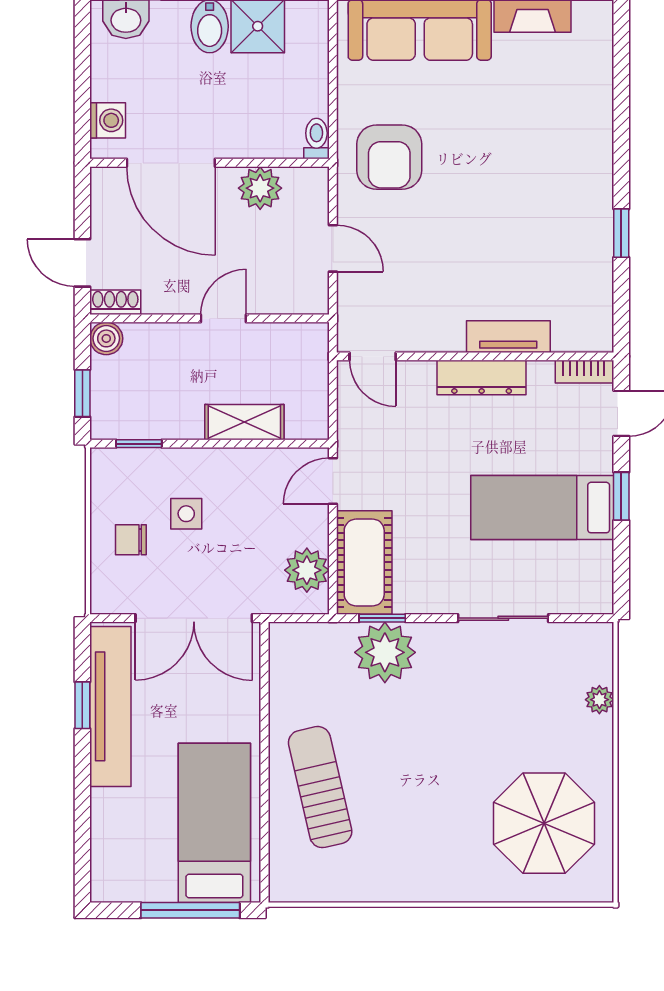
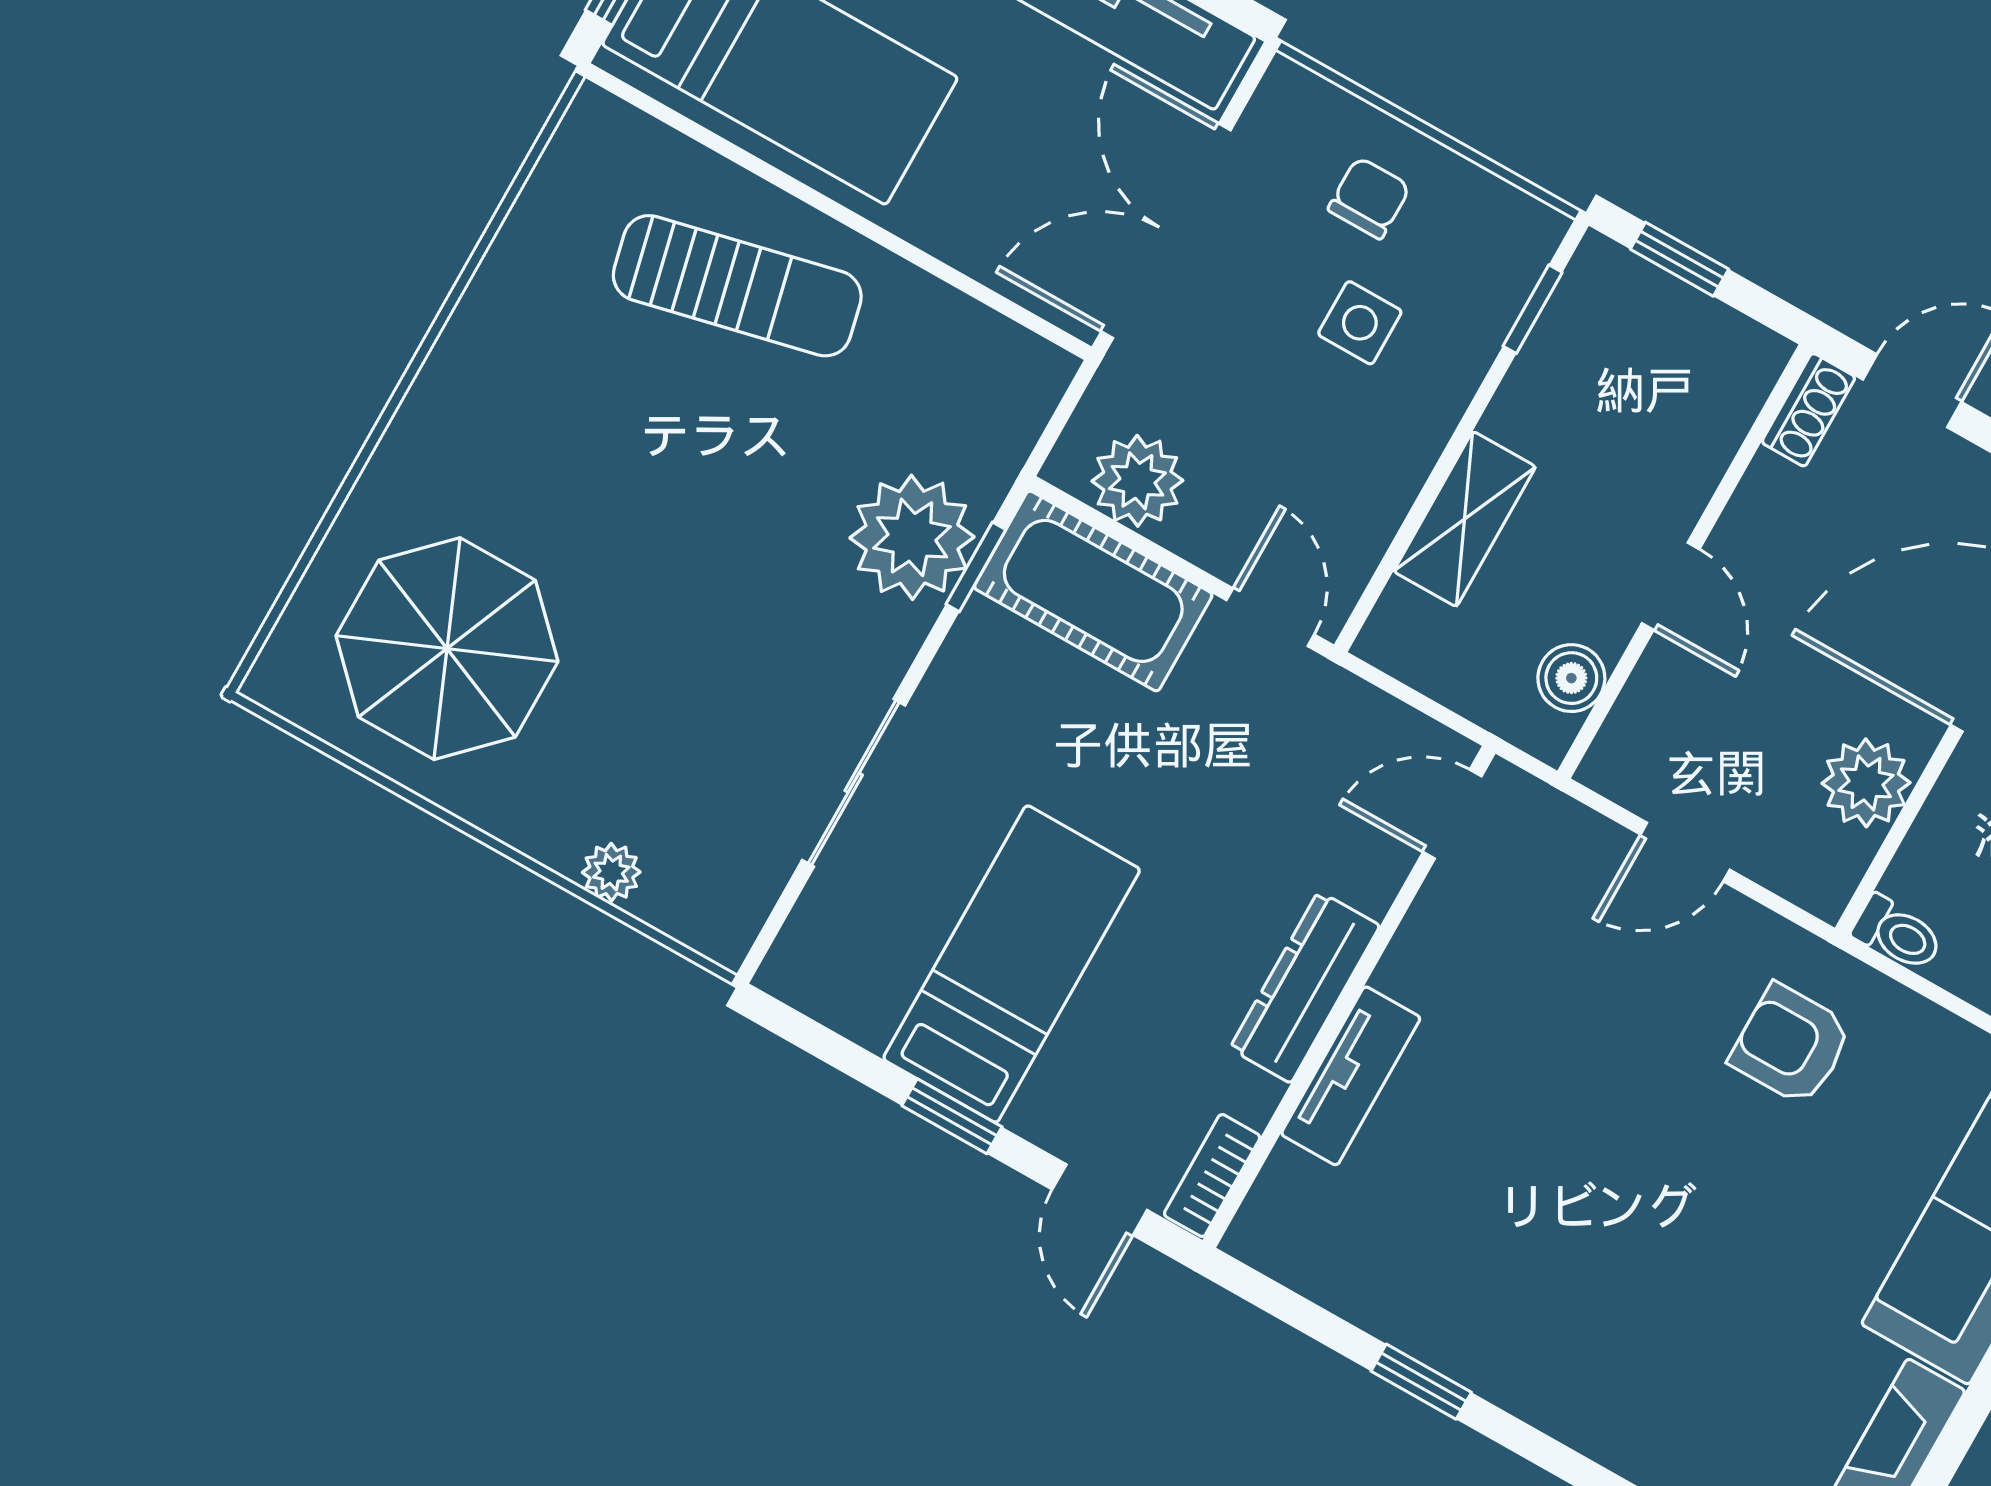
armchair: (389, 157) -> (1791, 1045), width x0.72, depth x0.72
boiler: (106, 338) -> (1571, 678), moved

